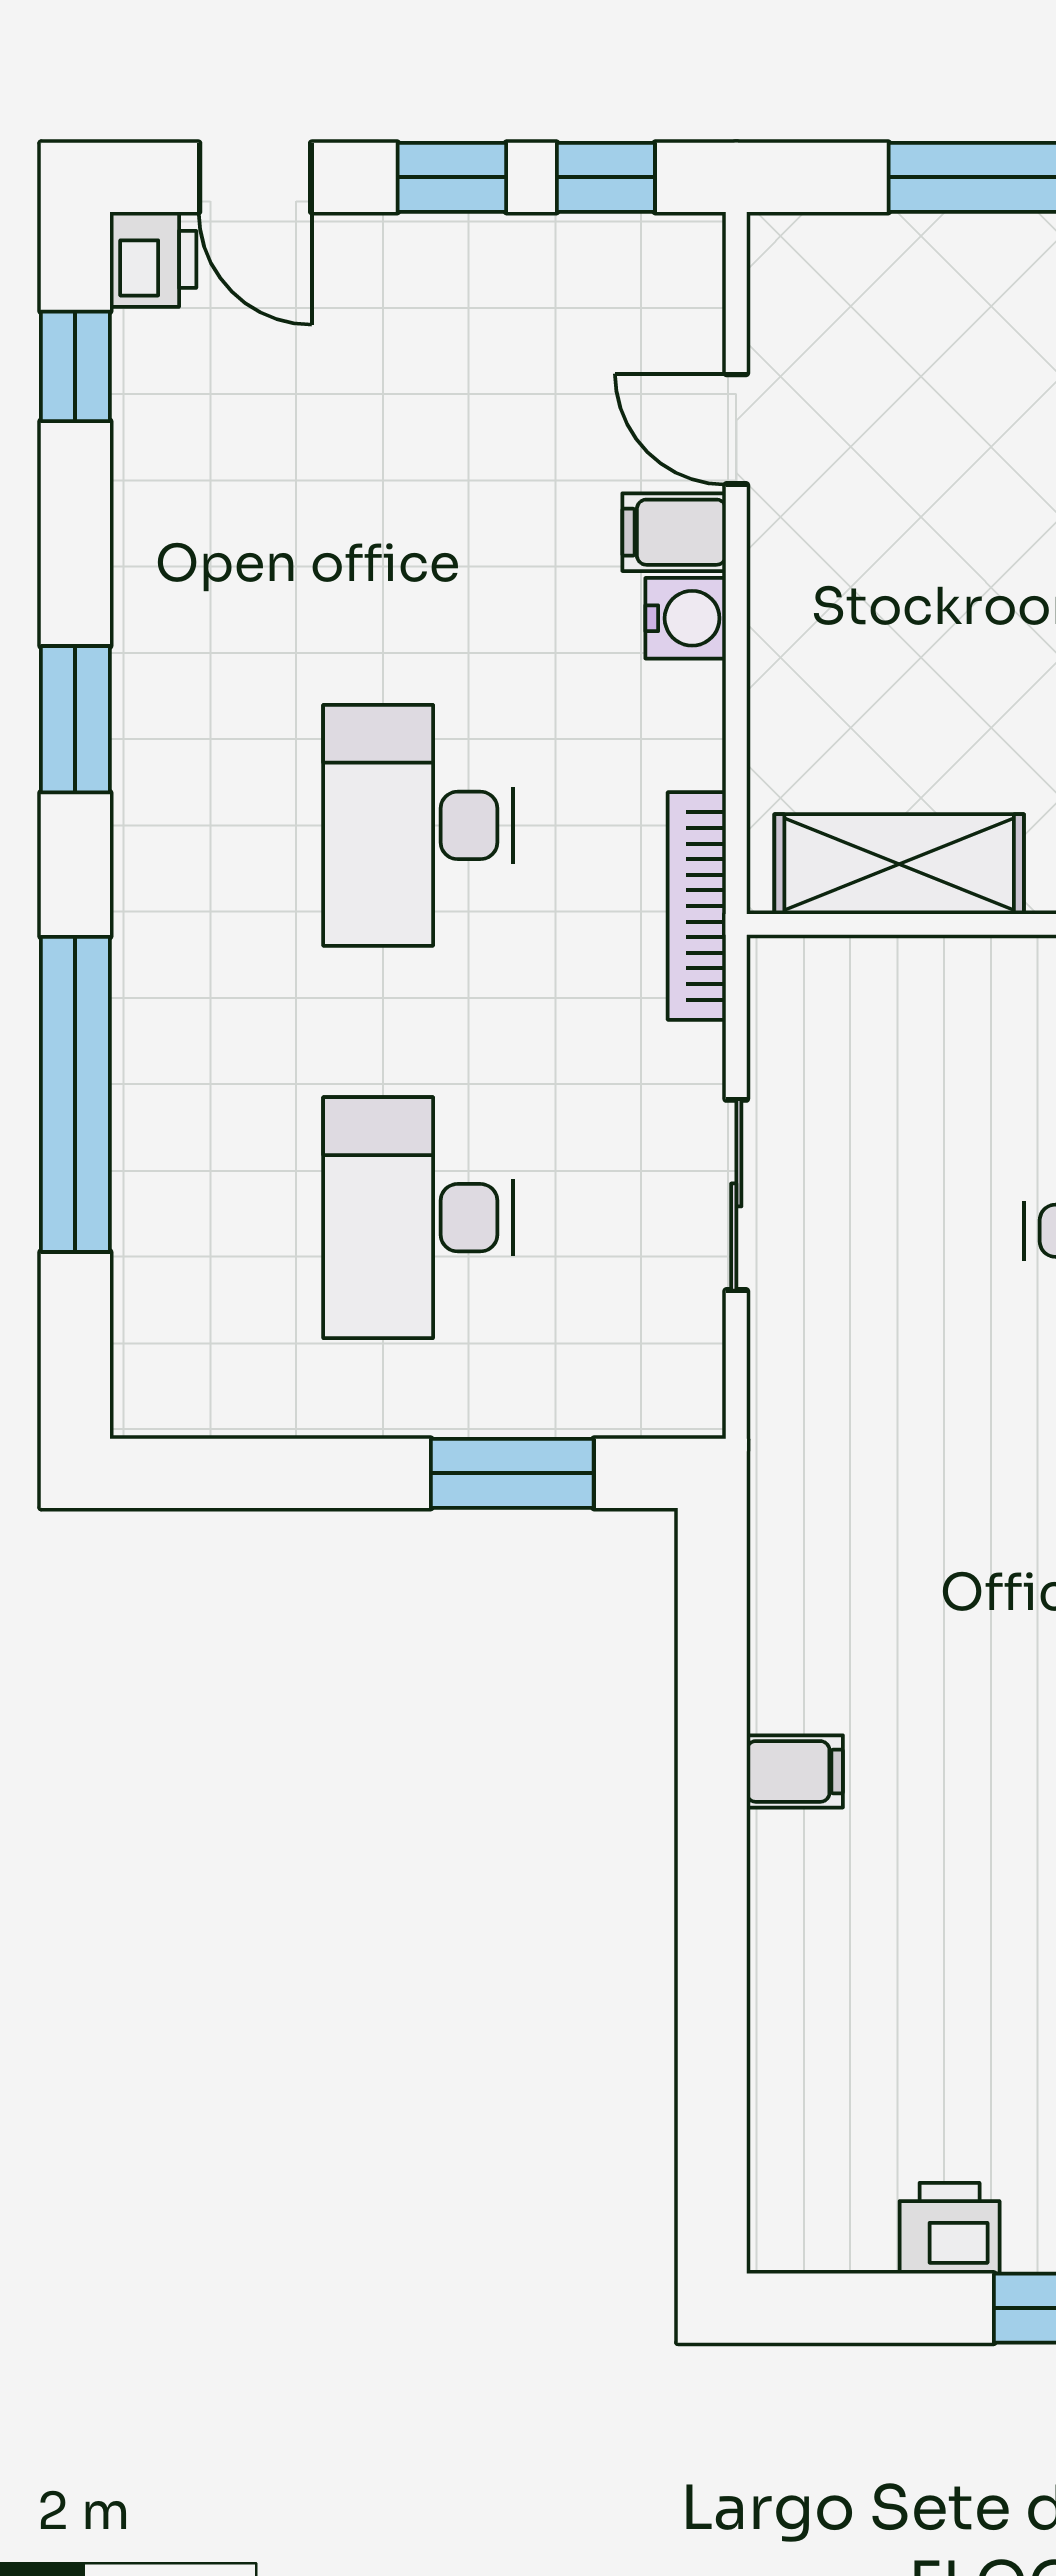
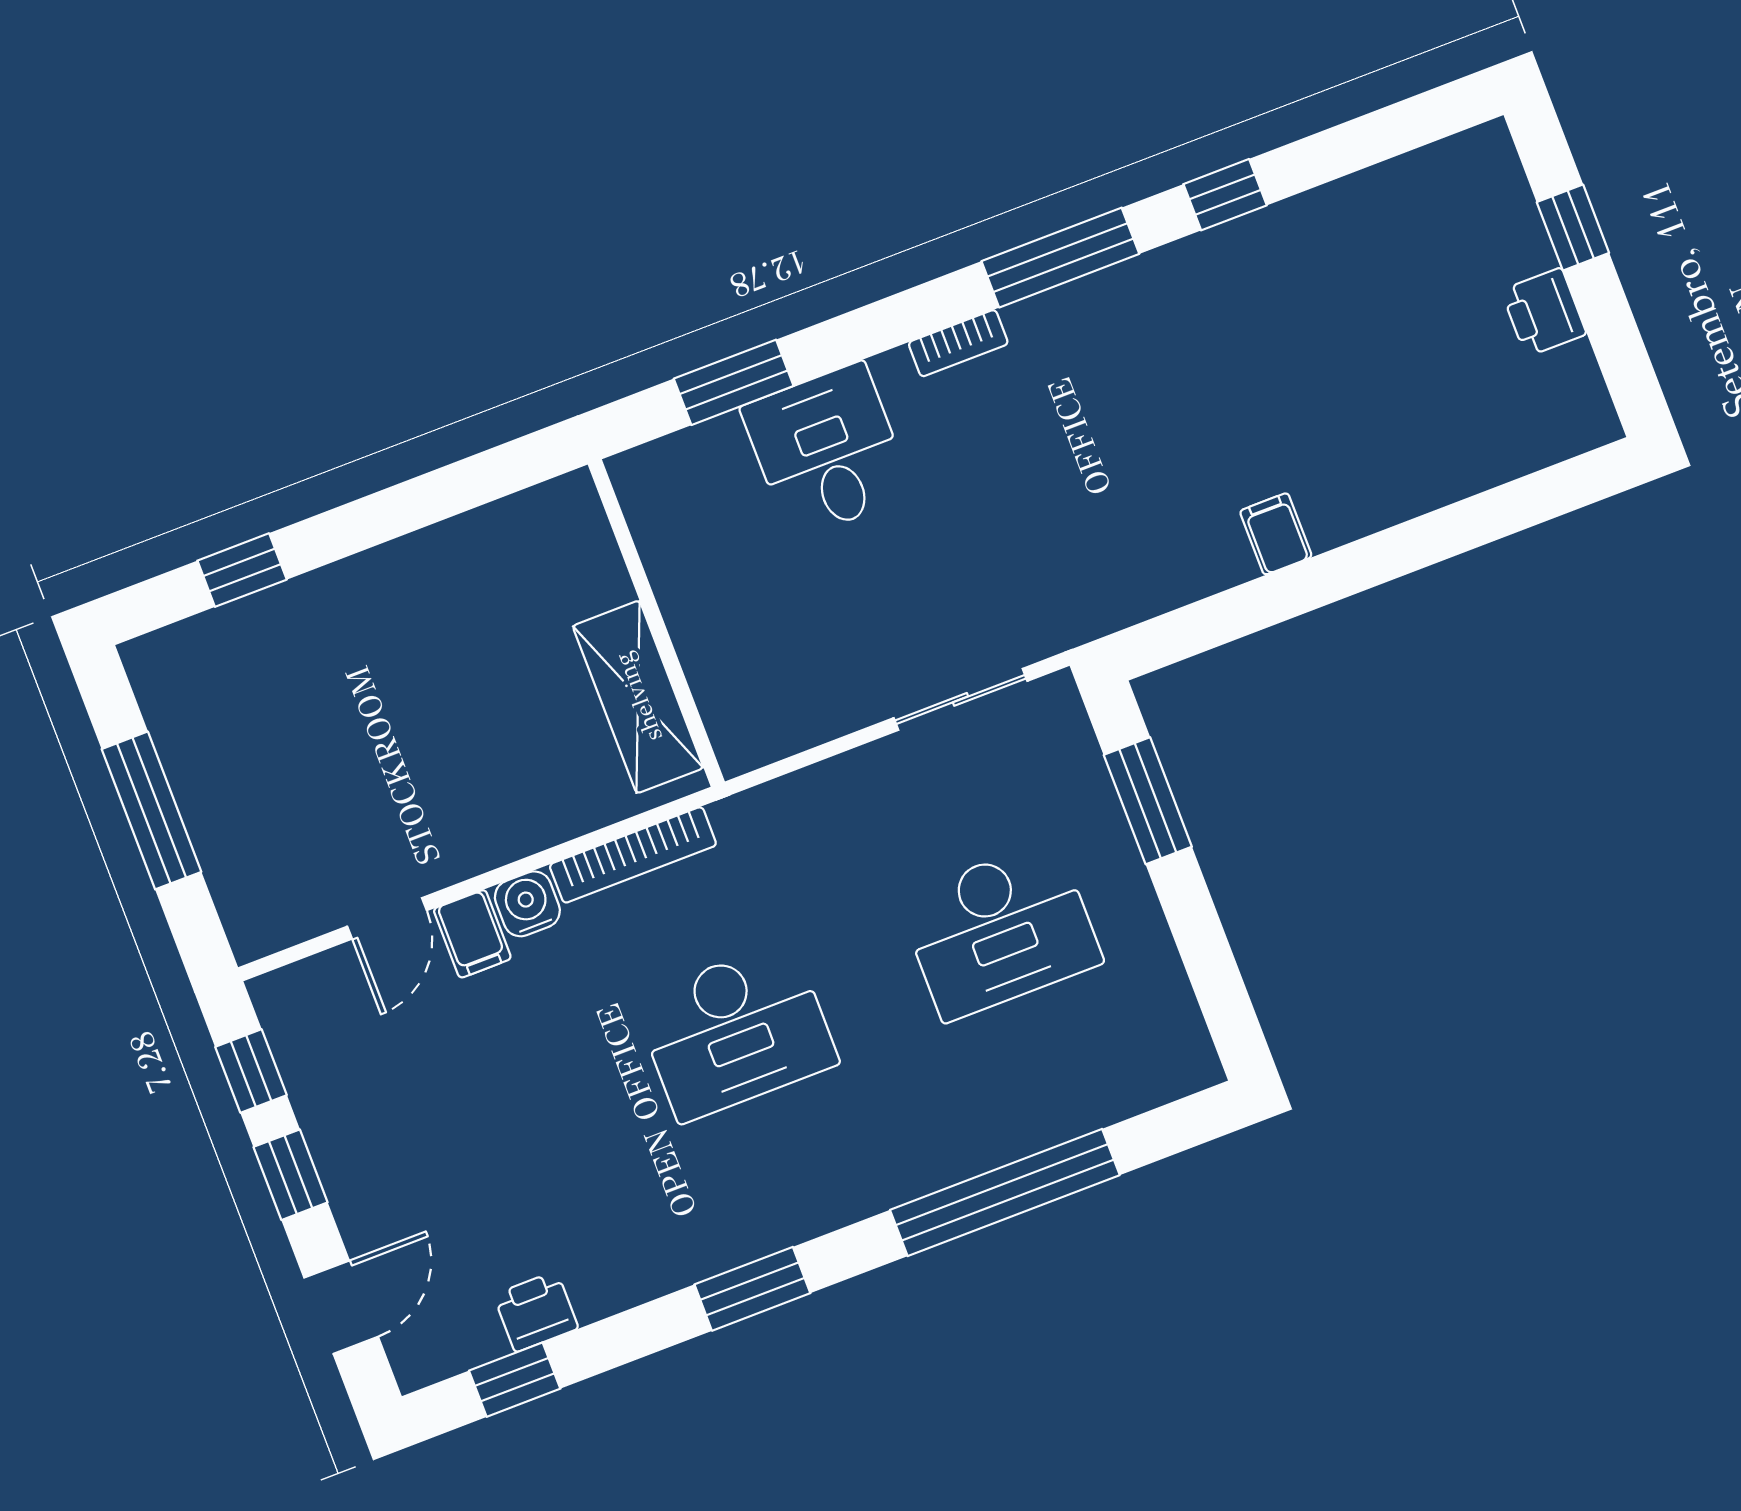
printer: (153, 259) -> (536, 1312), moved
bookcase: (697, 906) -> (633, 855), moved
sliding door: (736, 1195) -> (960, 699), moved

